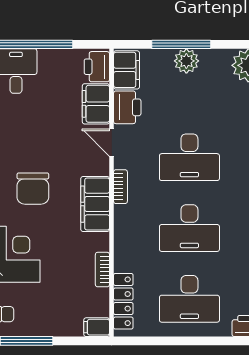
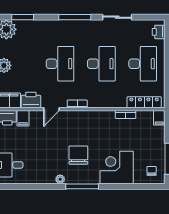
filing cabinet: (96, 104) -> (23, 118), width x0.50
chair: (33, 189) -> (78, 155), turned -90
filing cabinet: (95, 204) -> (87, 119), removed

